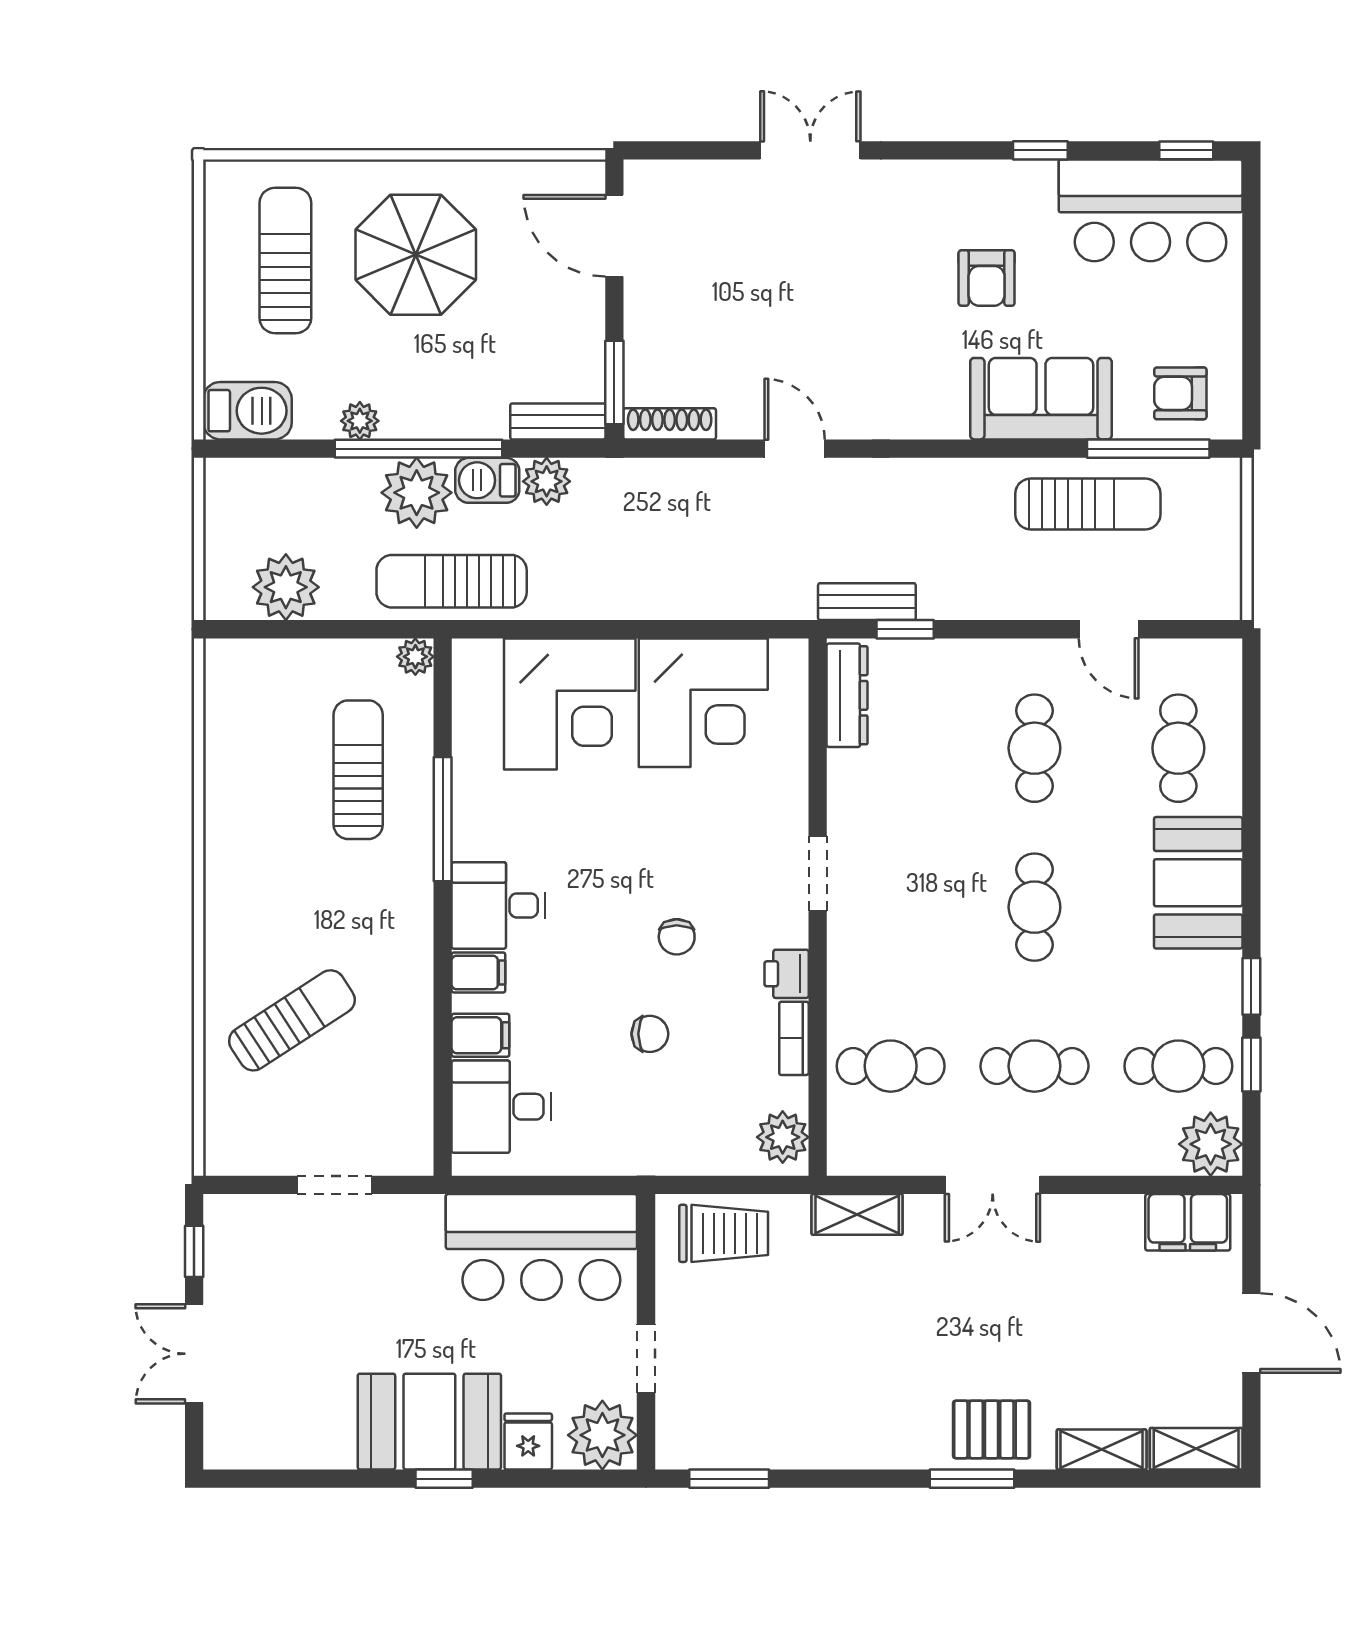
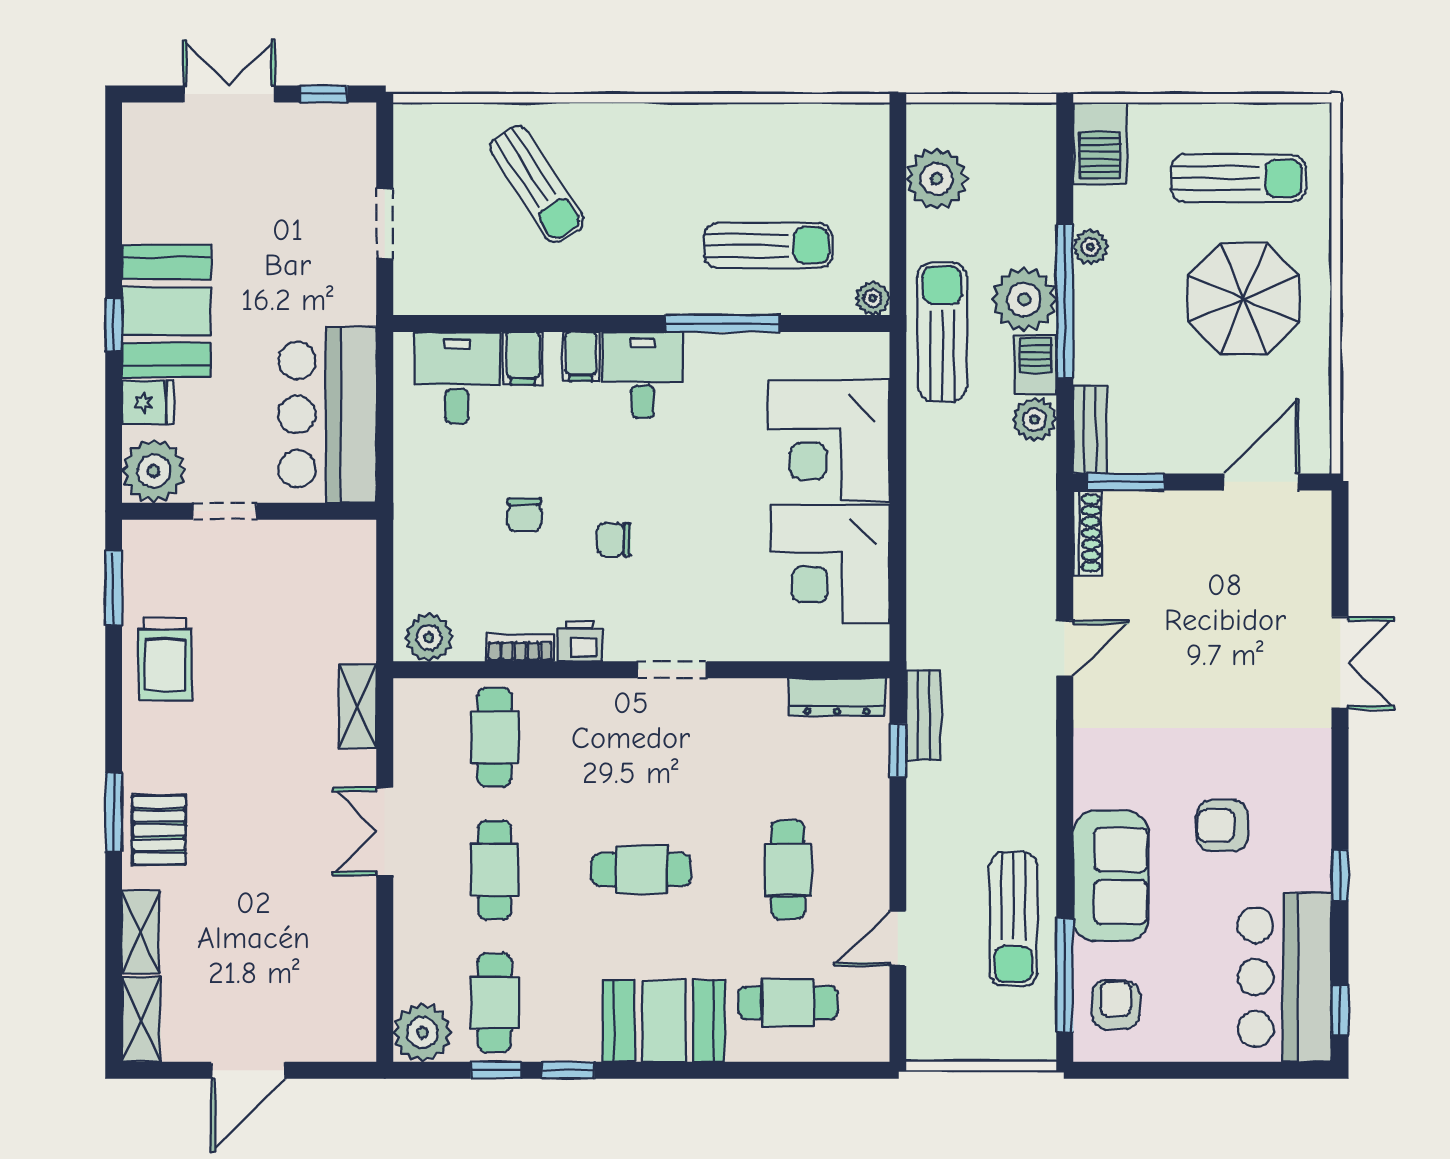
cafe table: (1034, 748) -> (788, 870), turned 90
filing cabinet: (1188, 1222) -> (350, 1011), removed
trolley: (724, 1233) -> (165, 659), moved

